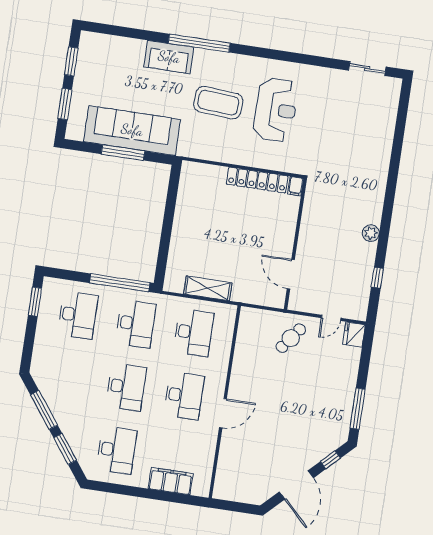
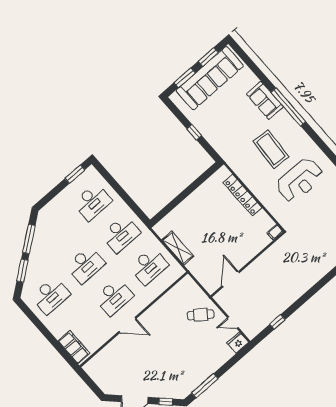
sofa: (132, 130) -> (210, 78), moved, turned 90
window: (123, 153) -> (194, 132), width x0.46
locker: (257, 180) -> (243, 195), moved
plant: (371, 233) -> (295, 294), removed
window: (120, 283) -> (131, 203), removed
filing cabinet: (171, 481) -> (74, 347), moved

